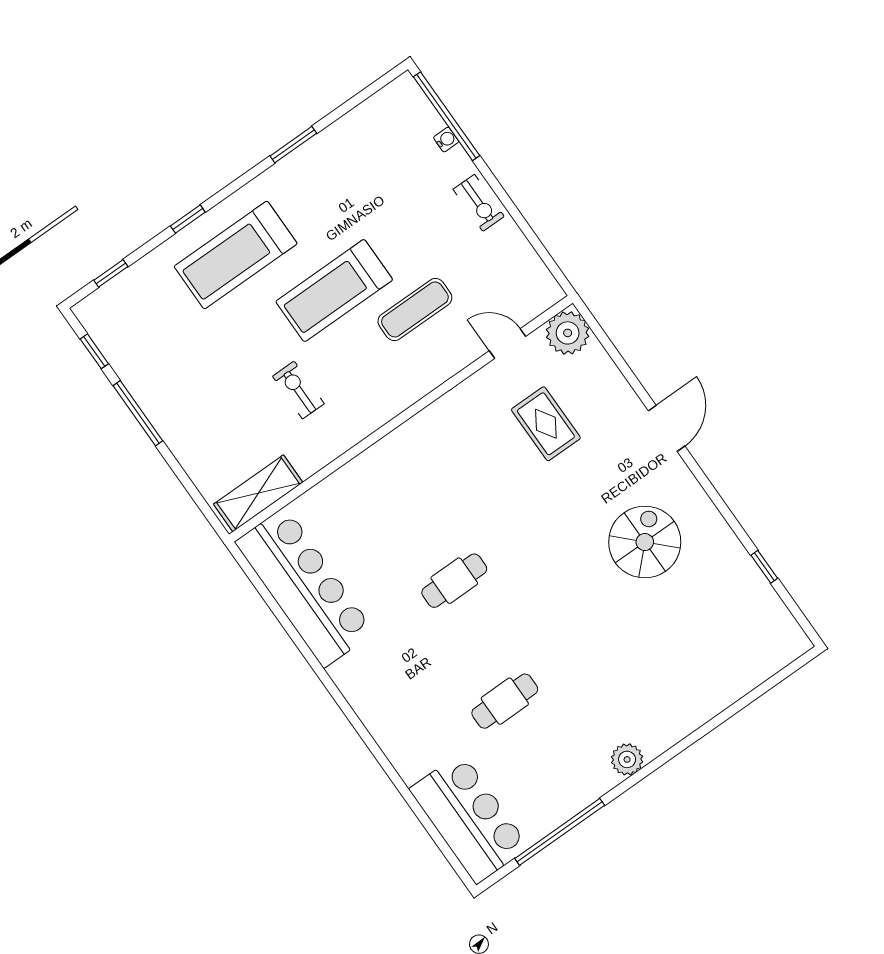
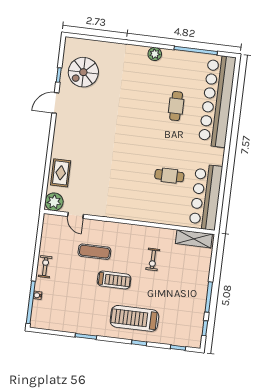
treadmill: (236, 255) -> (134, 318), turned 180
treadmill: (334, 291) -> (114, 280), width x0.73, depth x0.73
rug: (546, 424) -> (61, 173), moved
door: (667, 428) -> (55, 103), moved
spiral stairs: (645, 542) -> (83, 72), moved
cafe table: (454, 581) -> (169, 176), moved
cafe table: (505, 701) -> (176, 106), turned 90
bar counter: (469, 818) -> (217, 101), width x1.86

